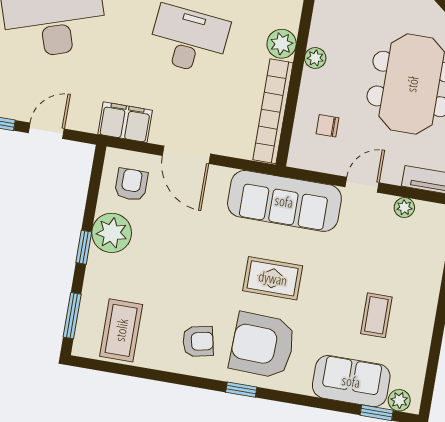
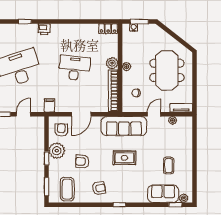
filing cabinet: (125, 122) -> (50, 105), width x0.50
door: (186, 155) -> (81, 114), hinge flipped
armchair: (262, 345) -> (82, 161), moved, width x0.53, depth x0.53

